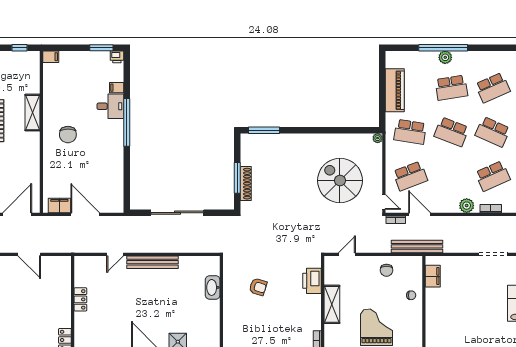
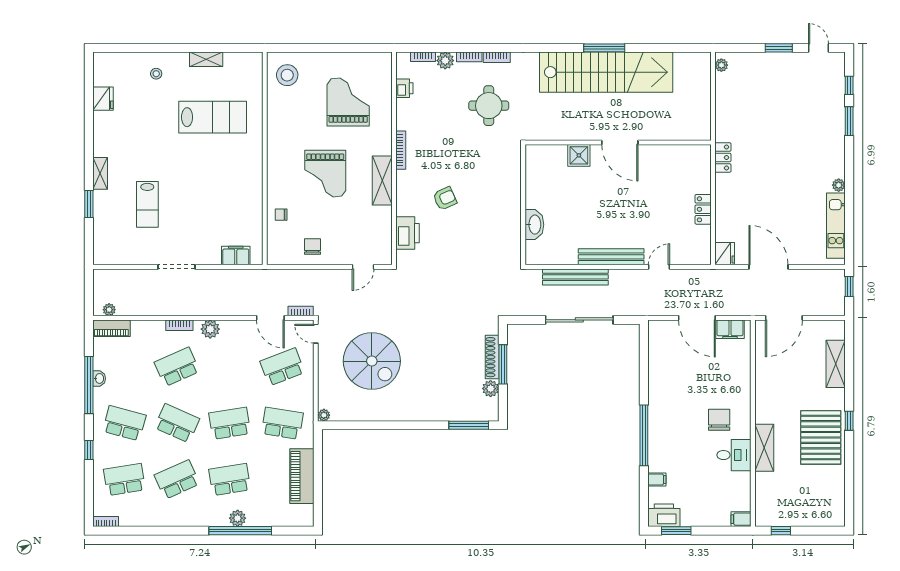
printer: (117, 57) -> (664, 515), width x1.87, depth x1.48
desk: (110, 106) -> (734, 455), moved, turned 180
school desk: (451, 132) -> (230, 423), turned -30
plant: (247, 159) -> (491, 389), added
bench: (417, 246) -> (575, 277), moved
door: (29, 254) -> (769, 267), width x1.36
fridge: (64, 265) -> (725, 254), added
filing cabinet: (433, 276) -> (236, 256), moved, turned 90
armchair: (258, 287) -> (445, 198), moved, turned 139
shelving: (332, 304) -> (382, 181), moved

